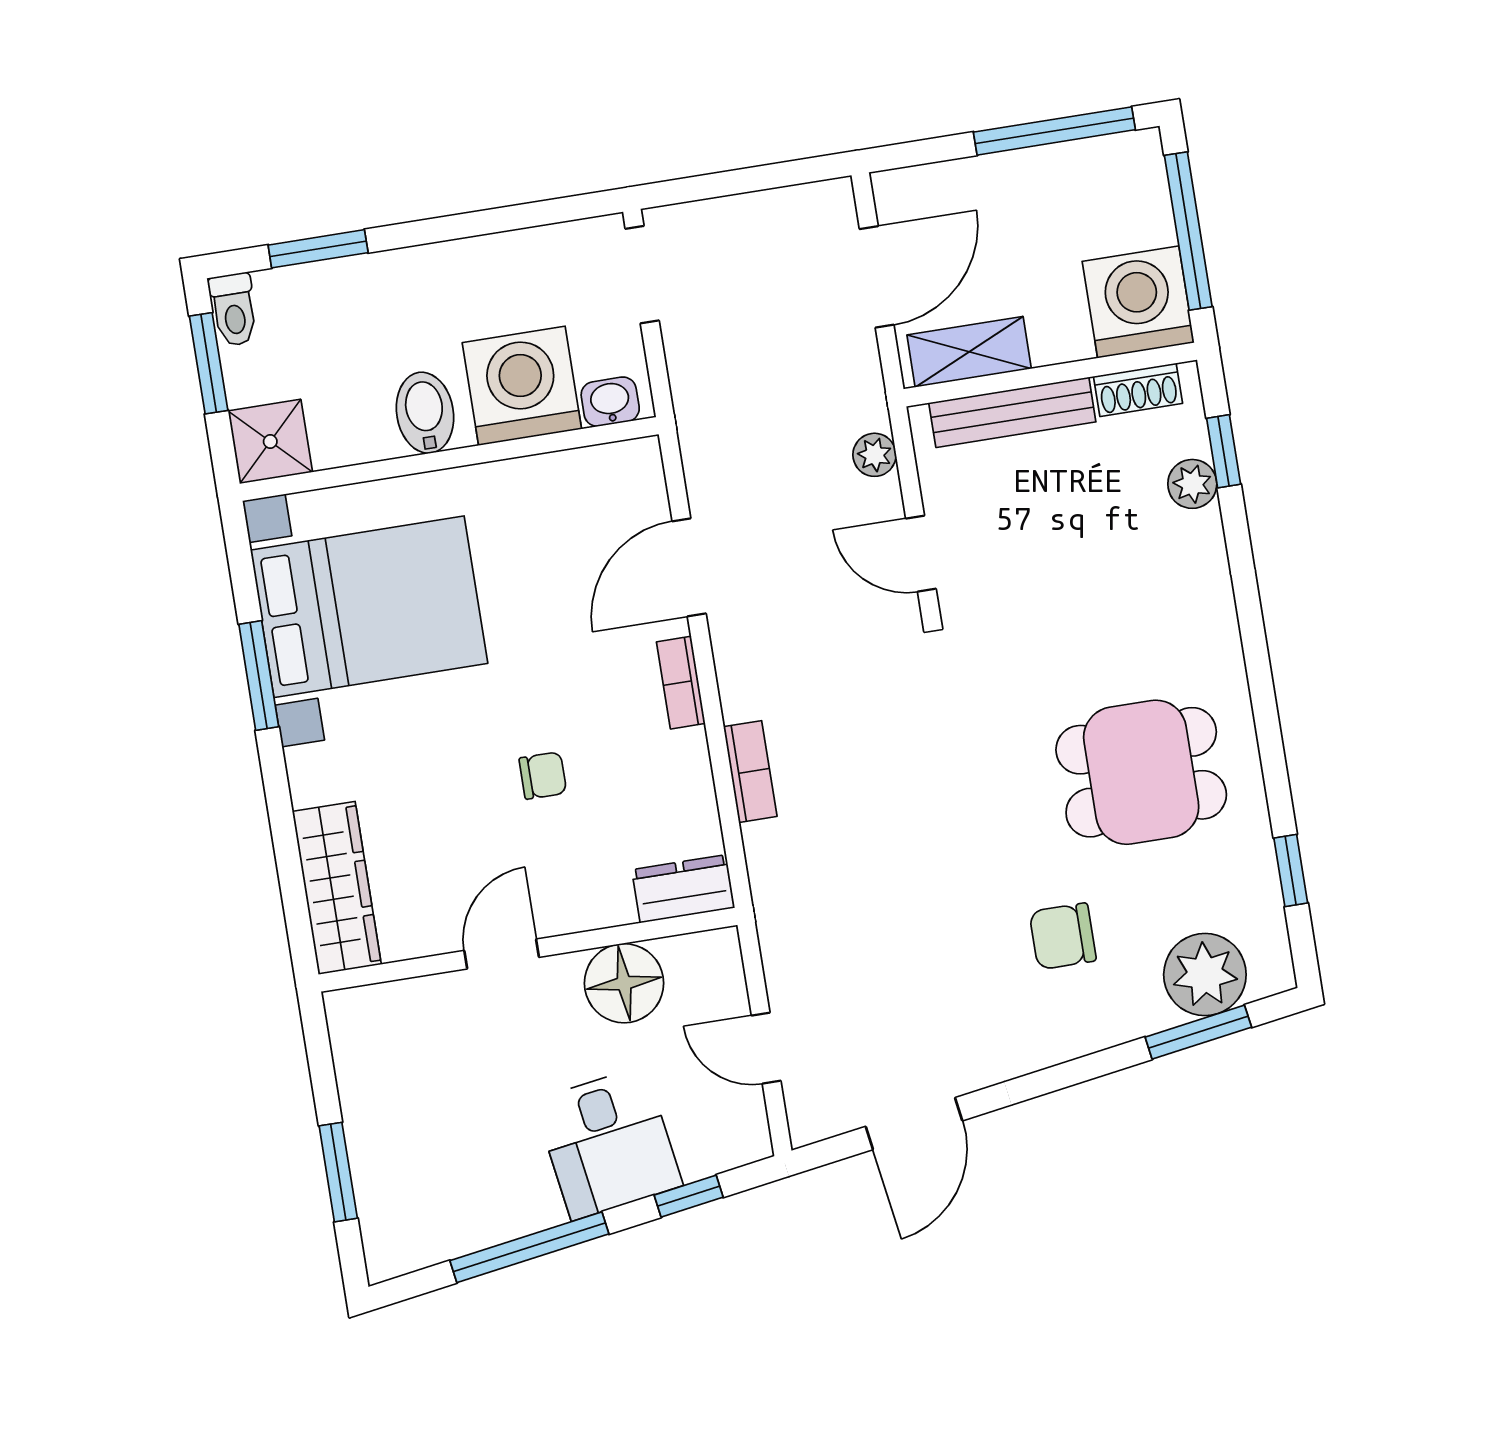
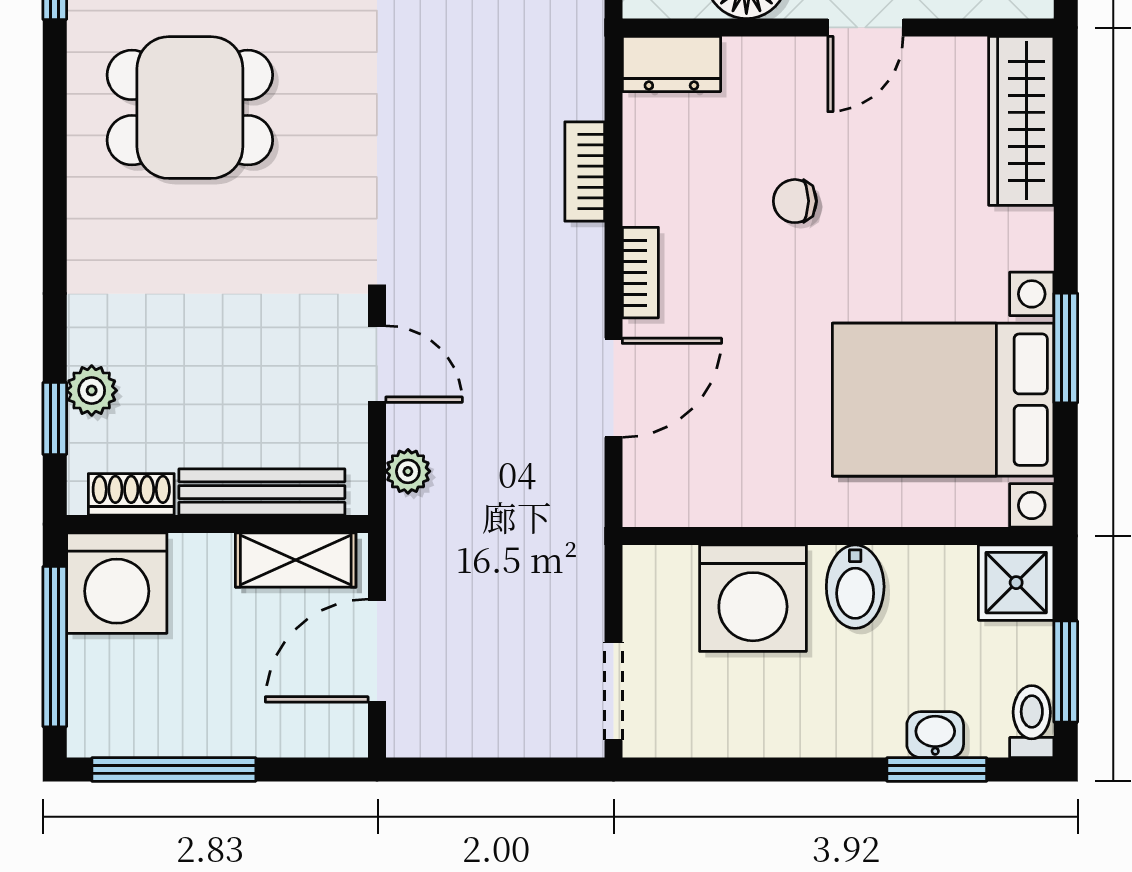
washbasin: (610, 402) -> (935, 735), moved, turned 180

